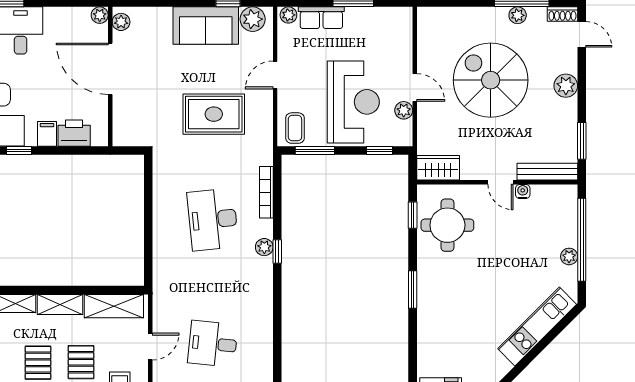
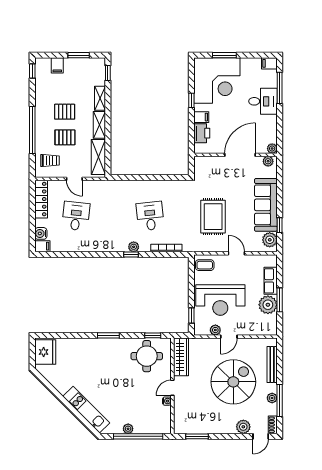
plant: (288, 15) -> (268, 305), moved, width x1.88, depth x1.88
sofa: (206, 26) -> (266, 205), width x1.36
plant: (566, 86) -> (243, 427), moved
window: (315, 151) -> (191, 277), removed
wardrobe: (438, 168) -> (181, 357), width x1.50
bench: (547, 172) -> (272, 364), moved
desk: (213, 219) -> (150, 216), width x0.73

